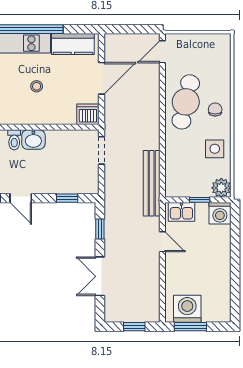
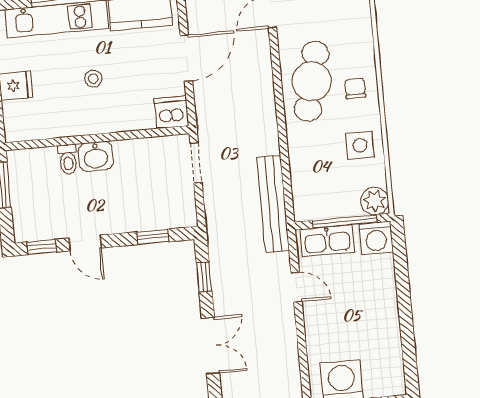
window: (200, 200) -> (345, 221), width x2.17
kitchen sink: (181, 212) -> (327, 241), width x1.38
double door: (100, 276) -> (210, 346), swing flipped

